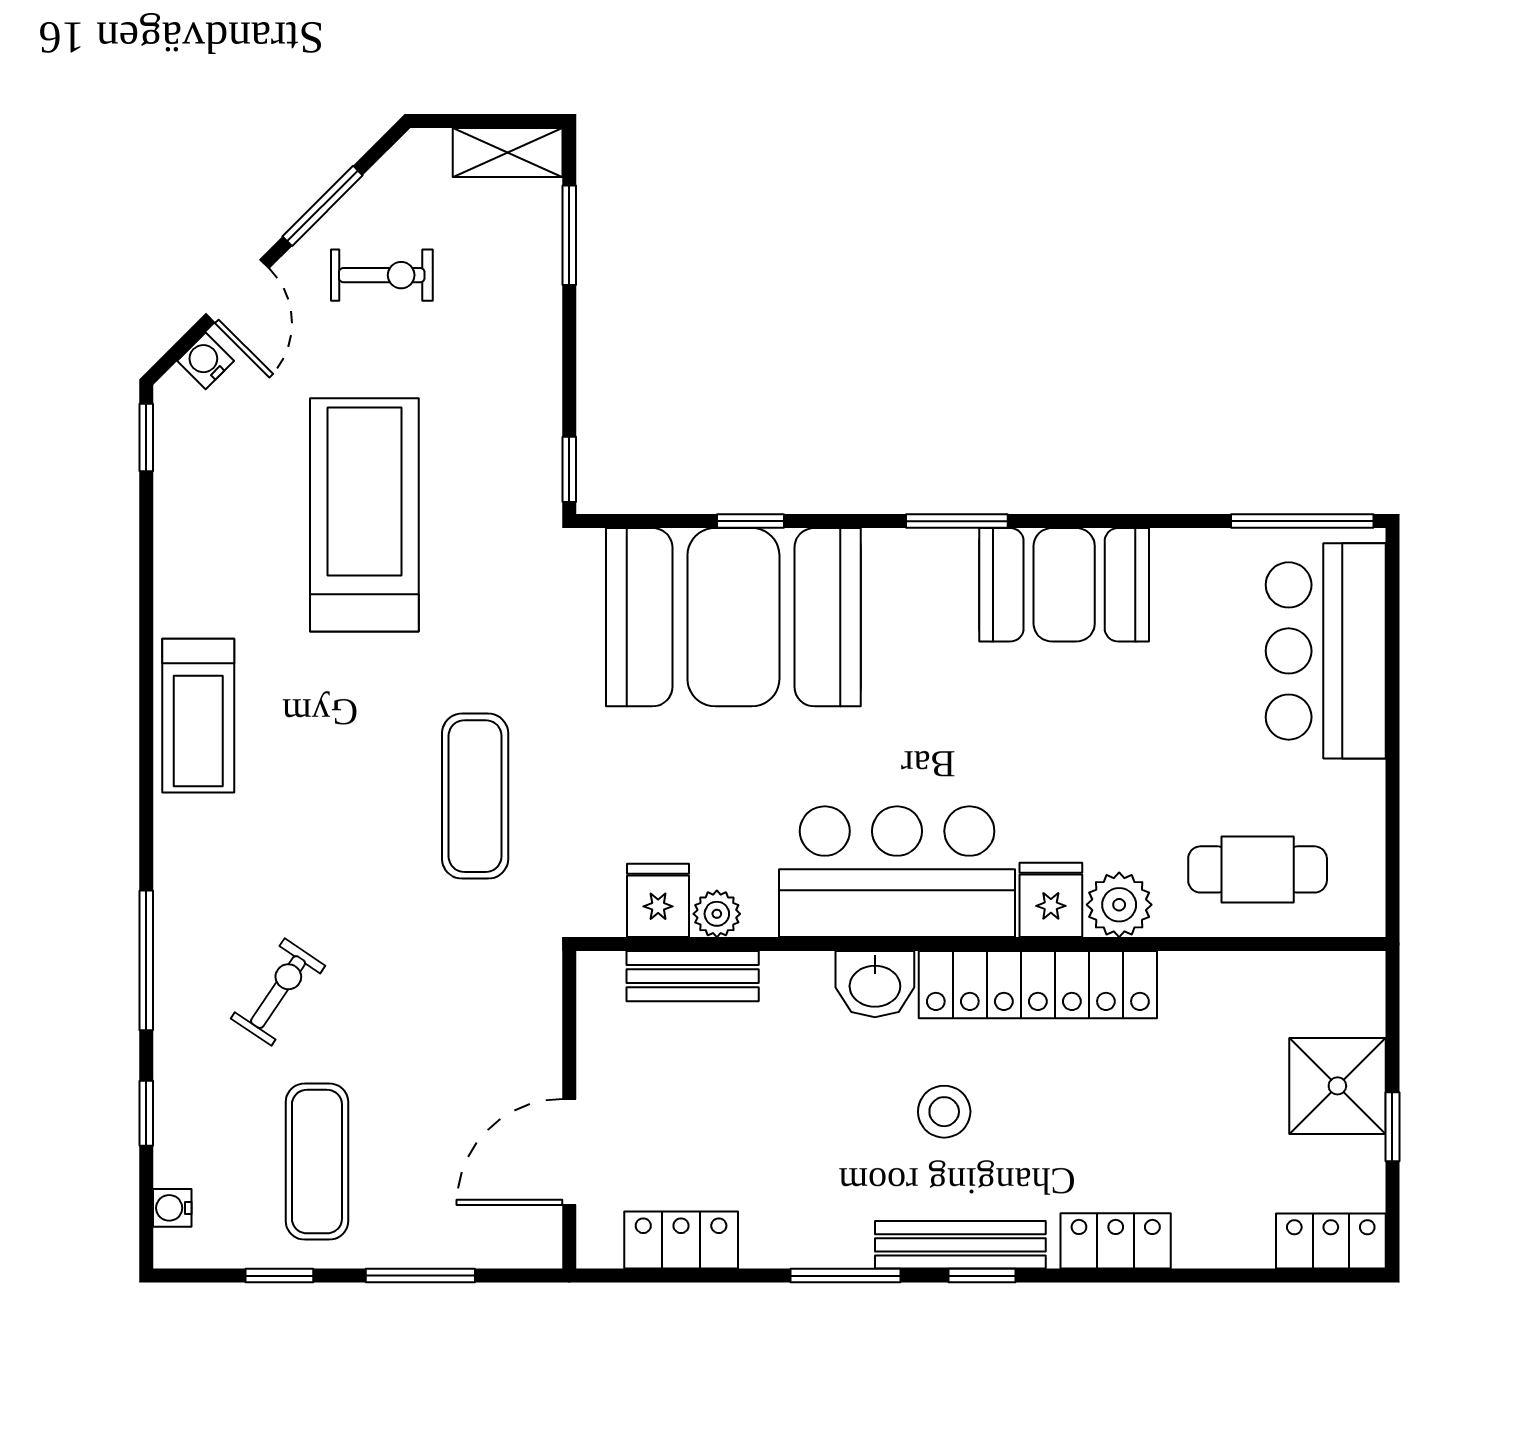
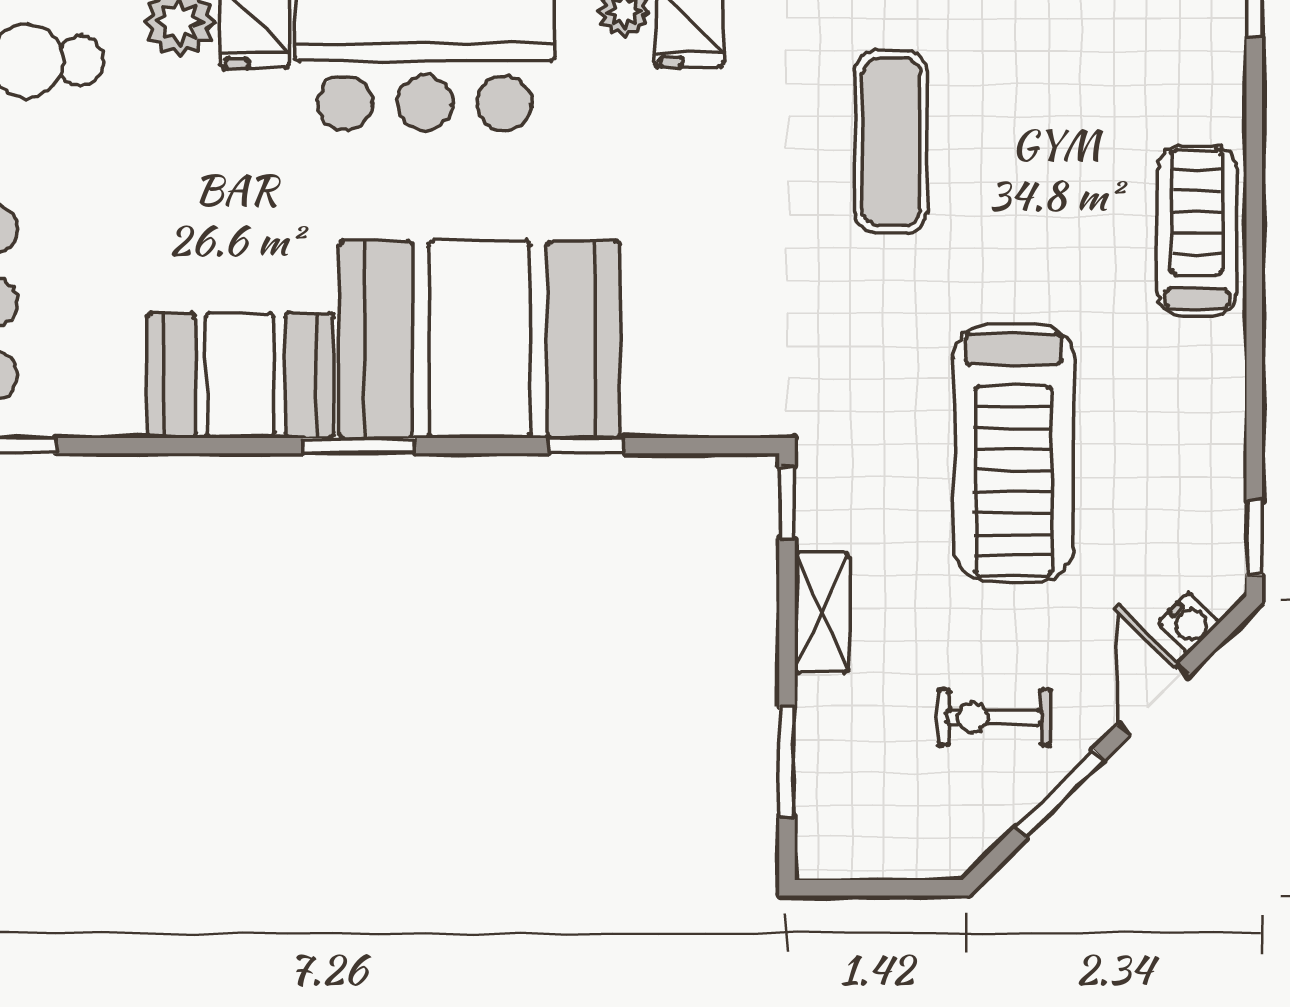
shelving: (508, 152) -> (822, 613), moved, turned 90
booth: (733, 617) -> (480, 339), moved

